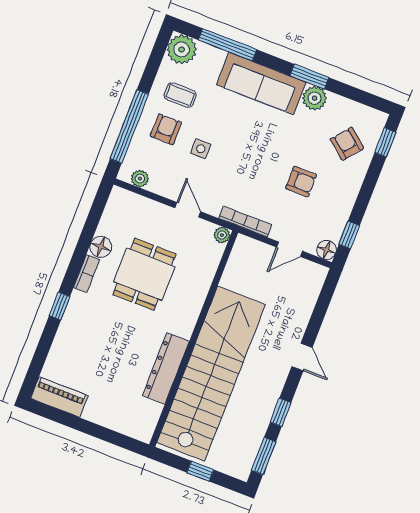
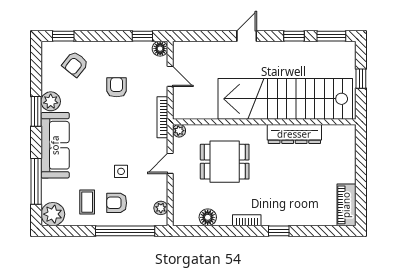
floor lamp: (101, 247) -> (208, 217), moved
dining table: (144, 274) -> (225, 162), moved

